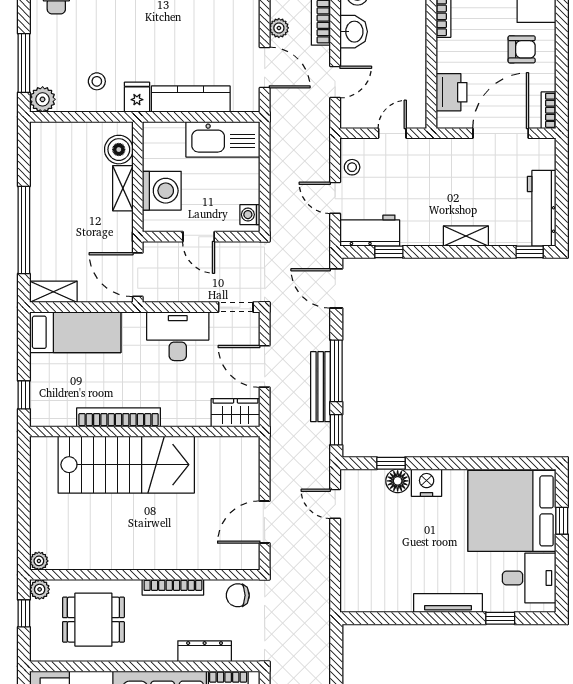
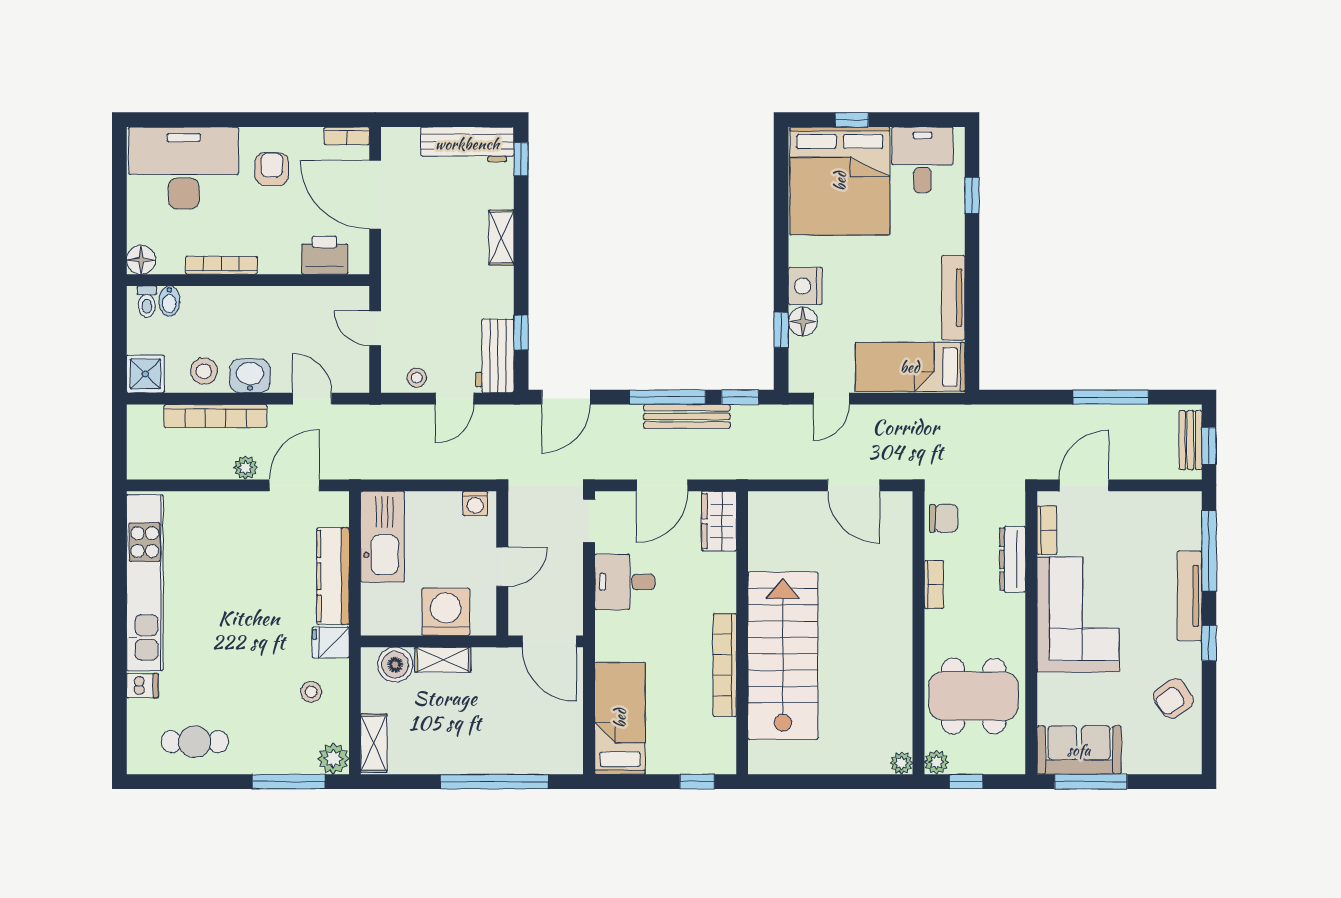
door: (138, 275) -> (549, 641), hinge flipped
shelving: (53, 292) -> (374, 743), moved
desk: (178, 336) -> (625, 582), width x0.73
bed: (361, 568) -> (910, 367), added
bookcase: (173, 587) -> (934, 585), width x0.64
chair: (238, 595) -> (944, 518), turned -90
tv unit: (448, 603) -> (953, 298), moved
dining table: (93, 620) -> (974, 696), width x1.38

